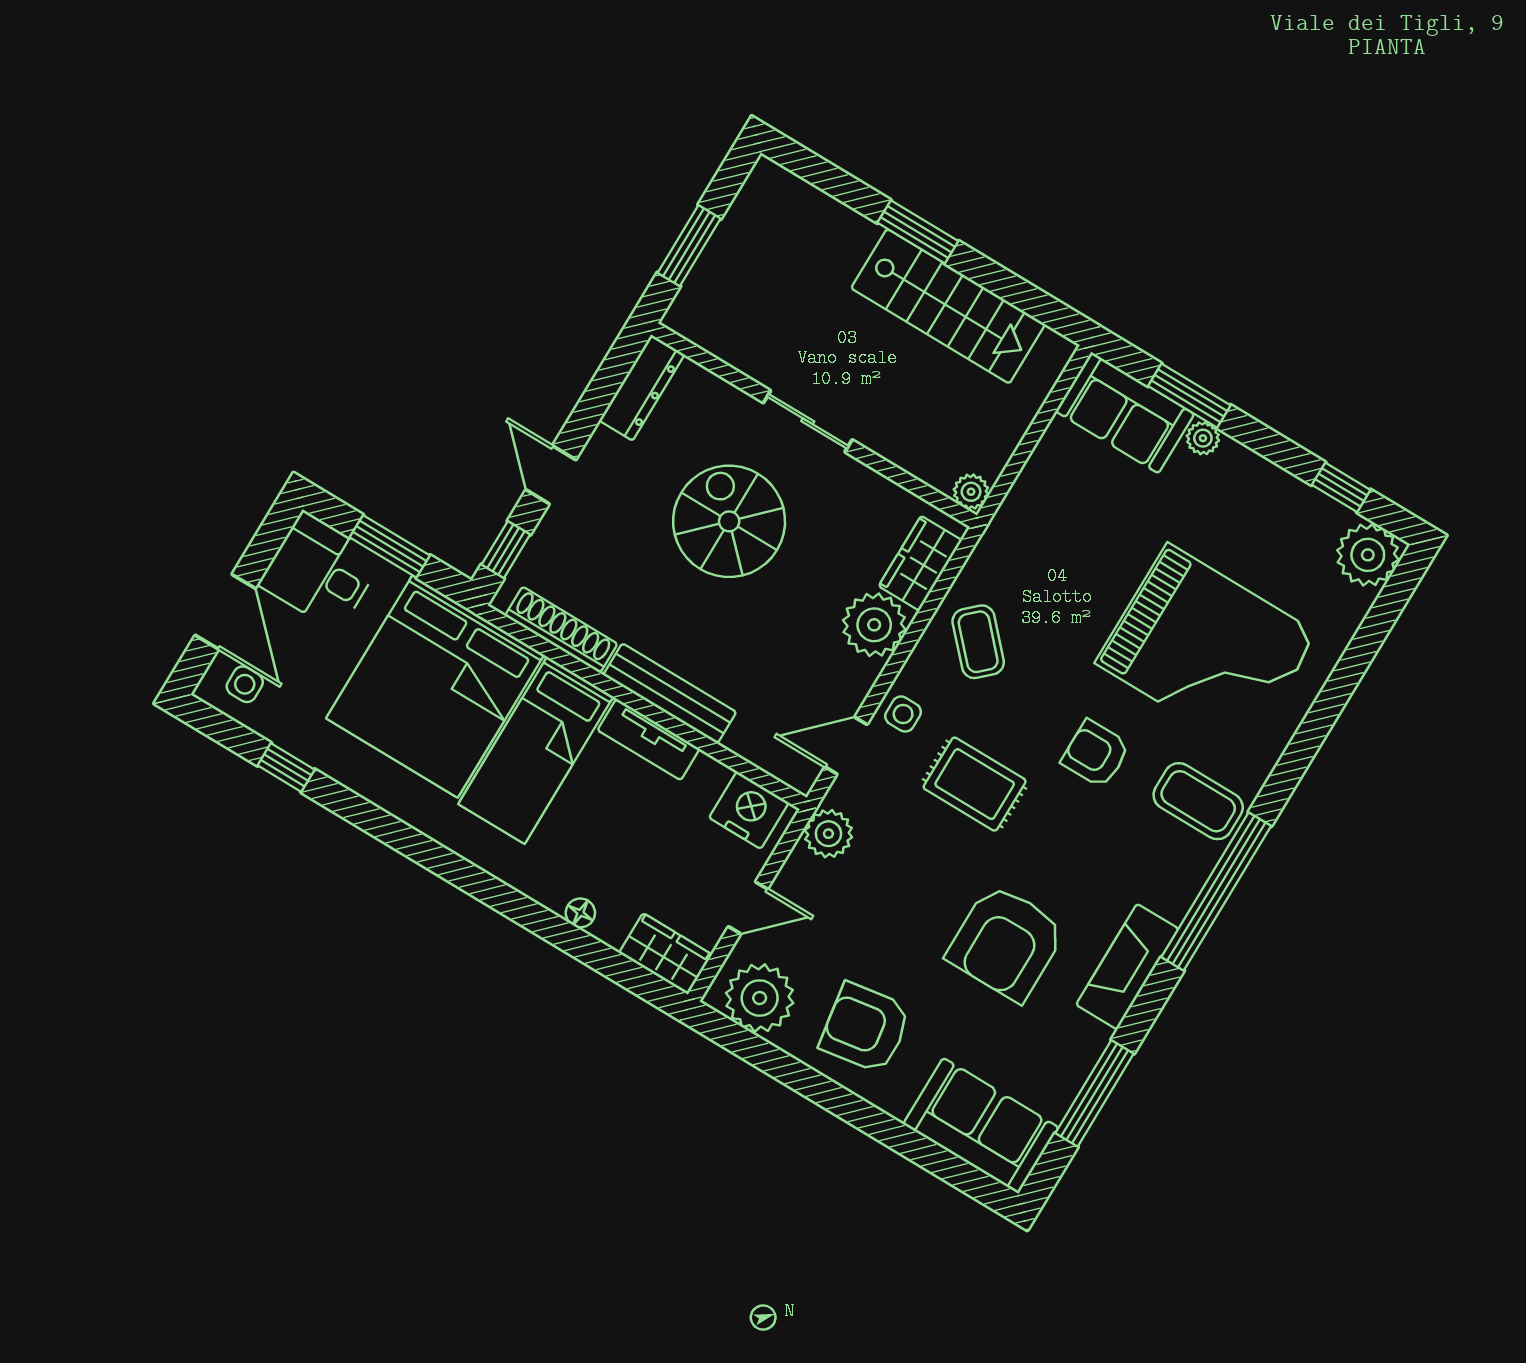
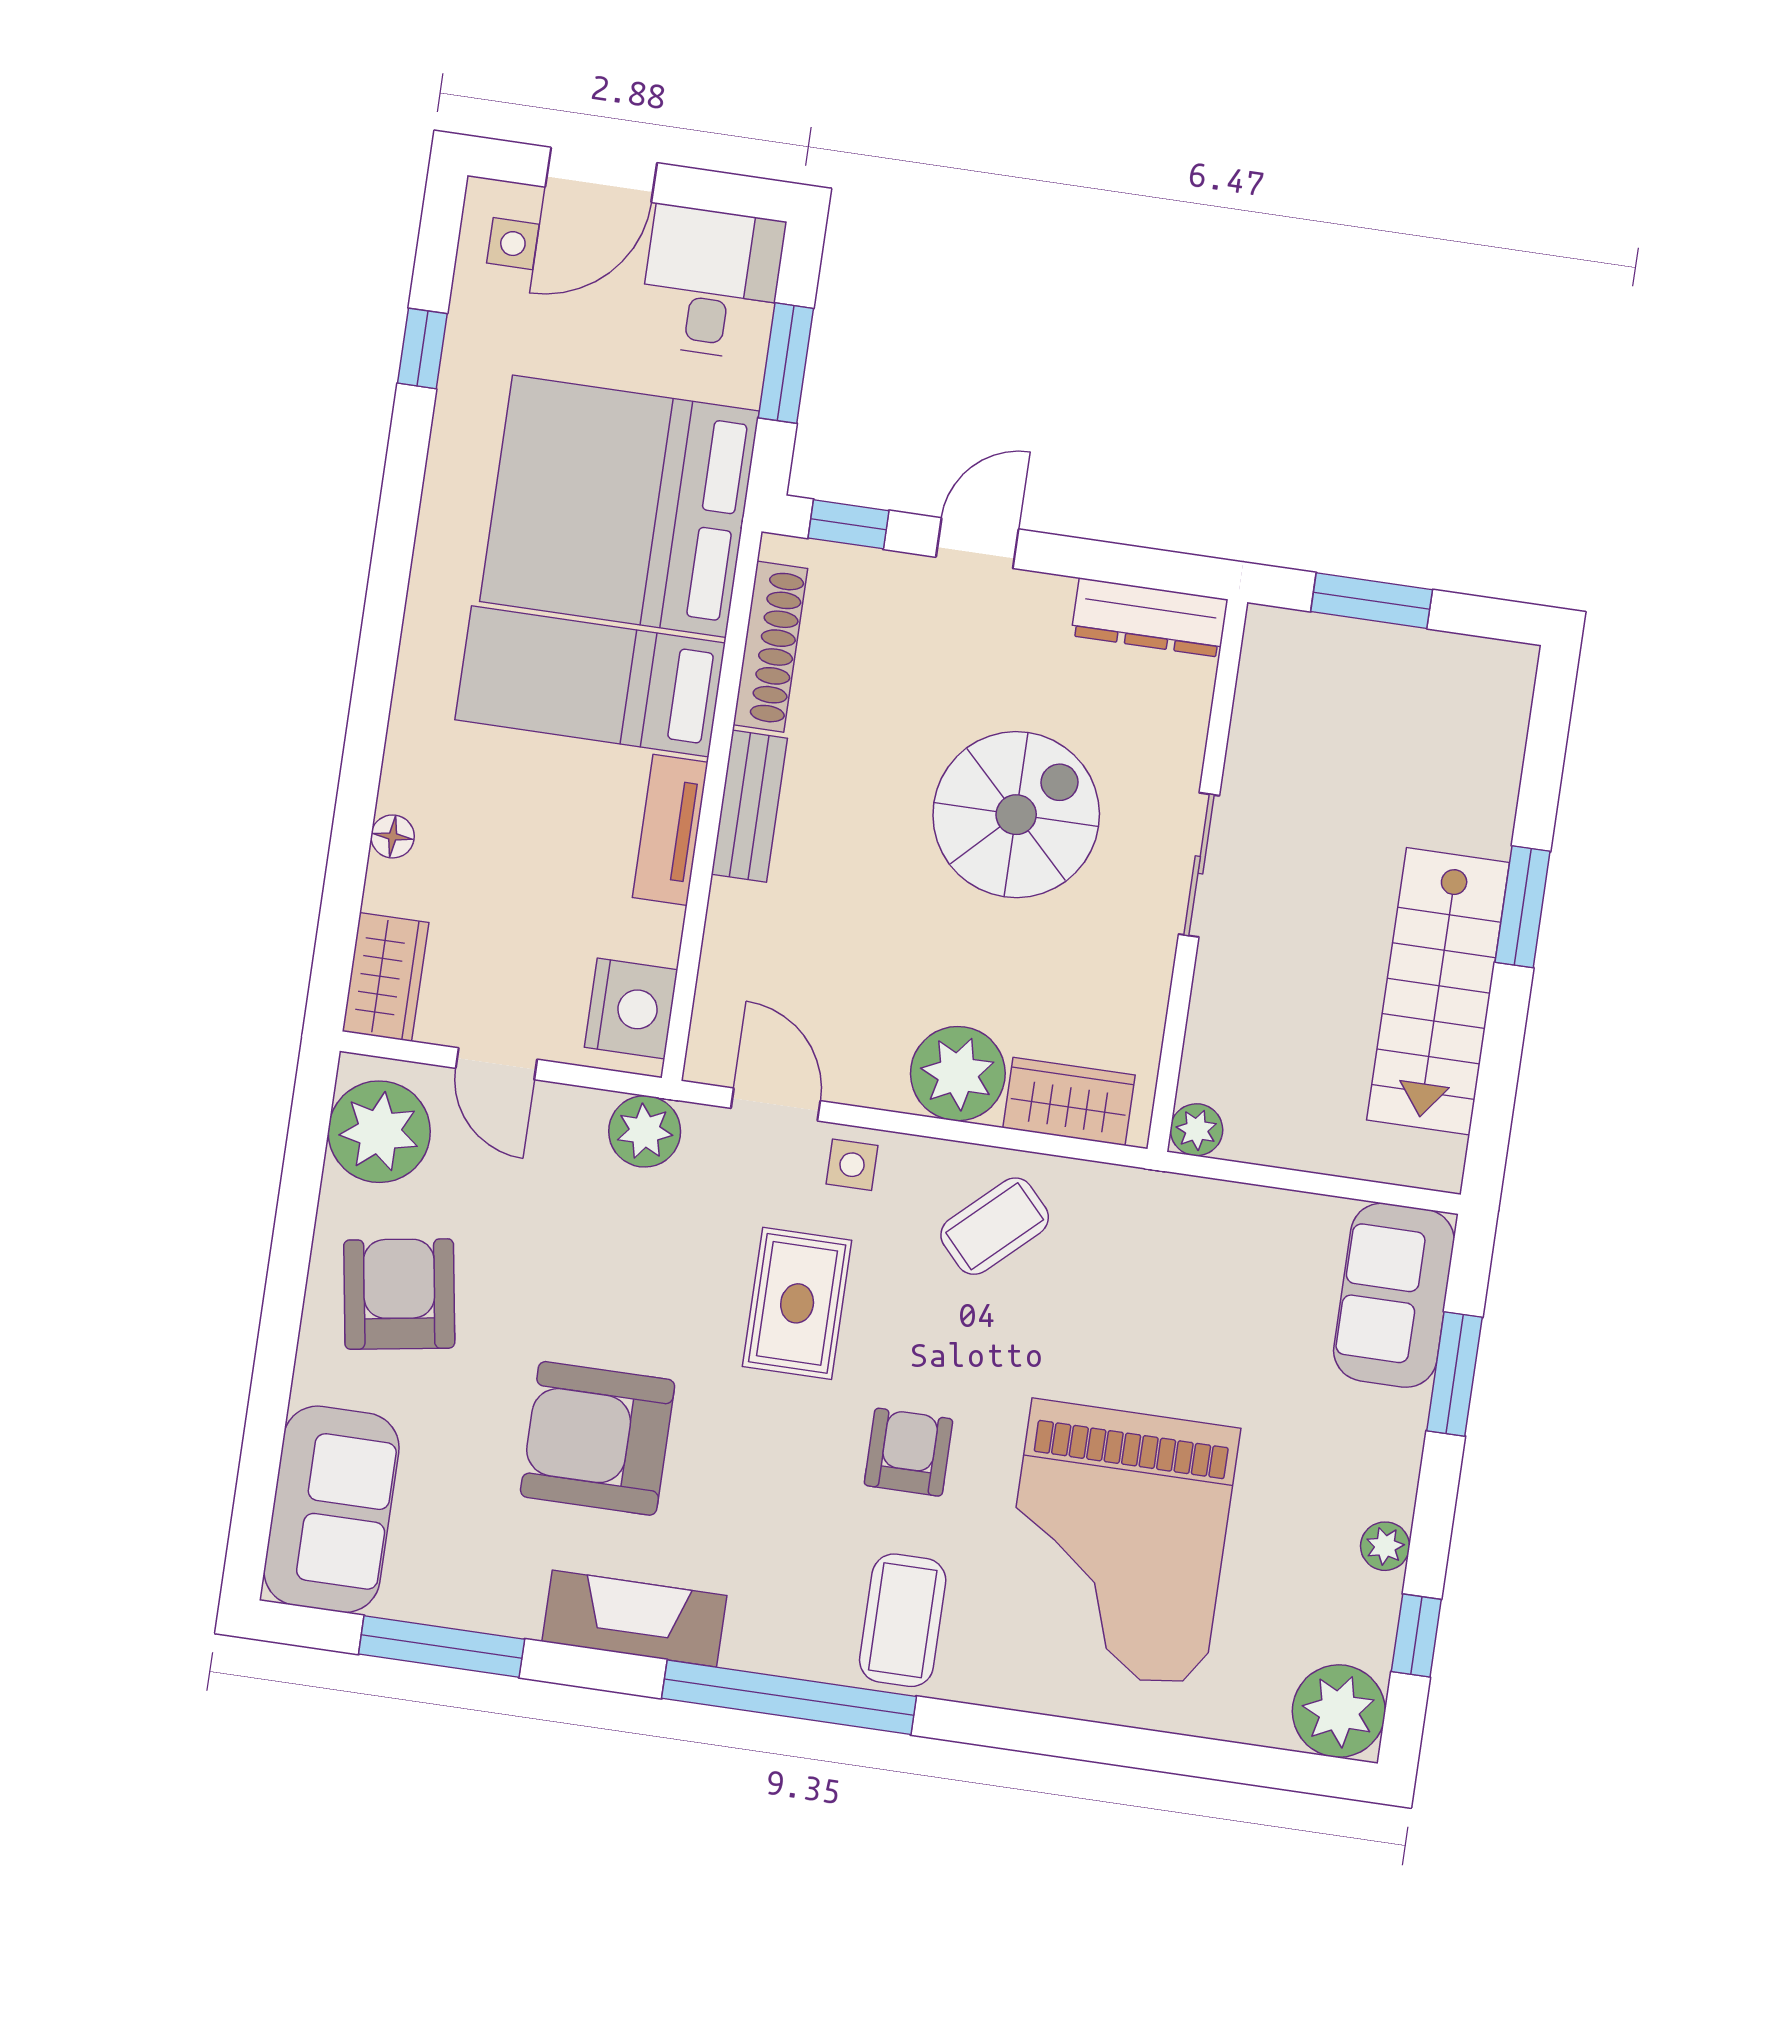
plant: (1203, 438) -> (1385, 1546), moved
bench: (670, 693) -> (749, 806), width x0.73

